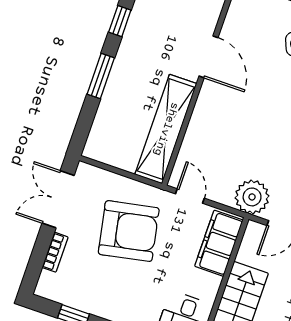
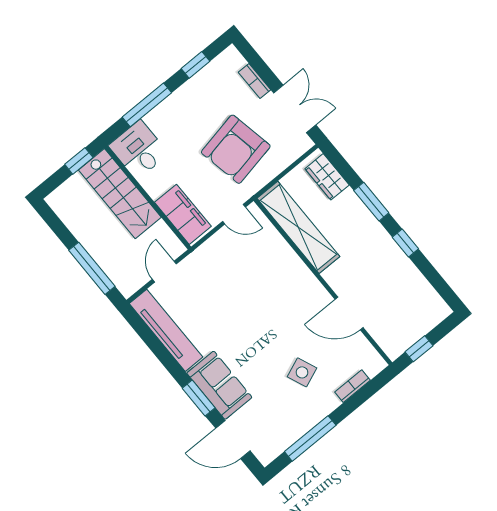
door: (209, 57) -> (349, 313), moved
wardrobe: (103, 131) -> (327, 177), added
plant: (252, 197) -> (203, 263), removed

